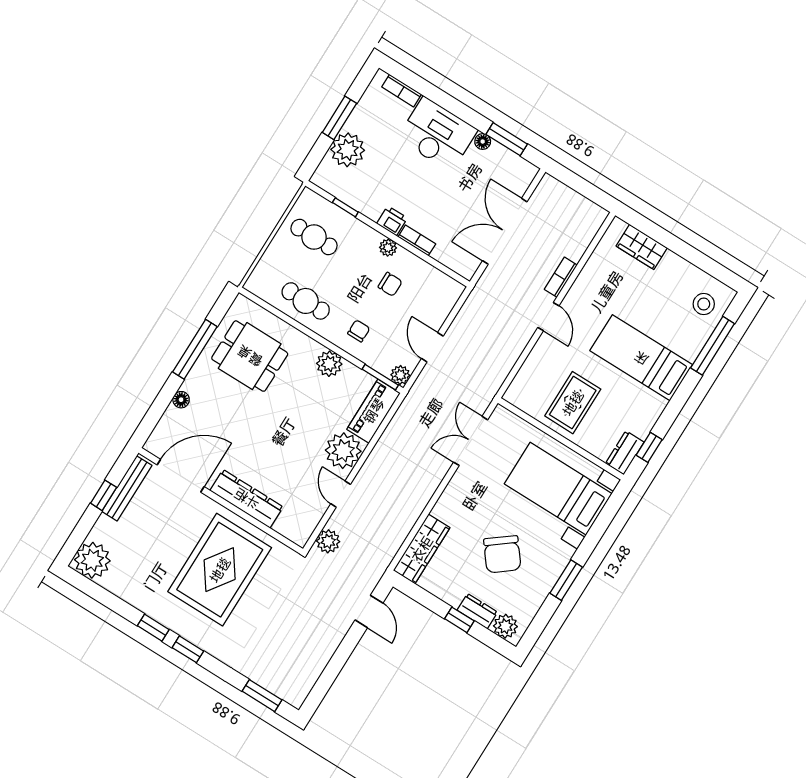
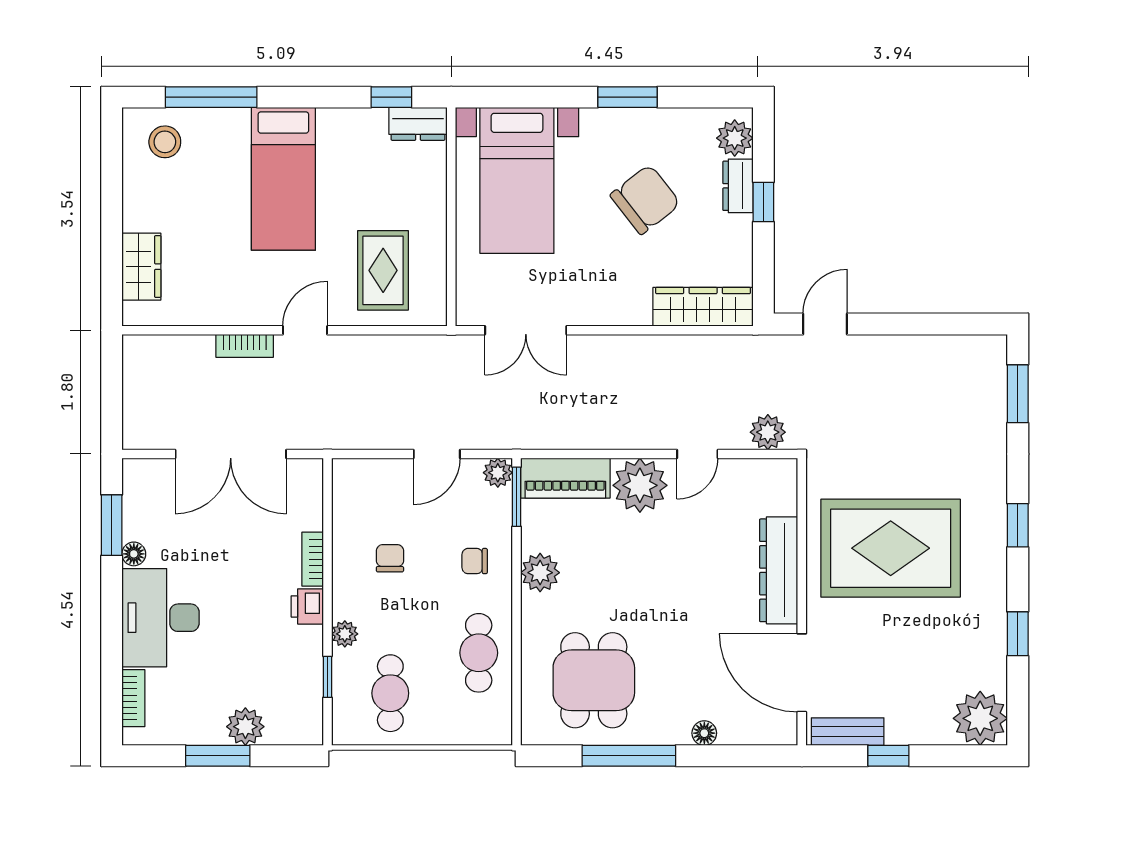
plant: (348, 150) -> (245, 727), width x0.73, depth x0.73
plant: (388, 248) -> (345, 634), moved
rug: (573, 403) -> (383, 270), moved, turned 90
bench: (127, 488) -> (848, 732), width x0.73
window: (153, 628) -> (1018, 634), moved

